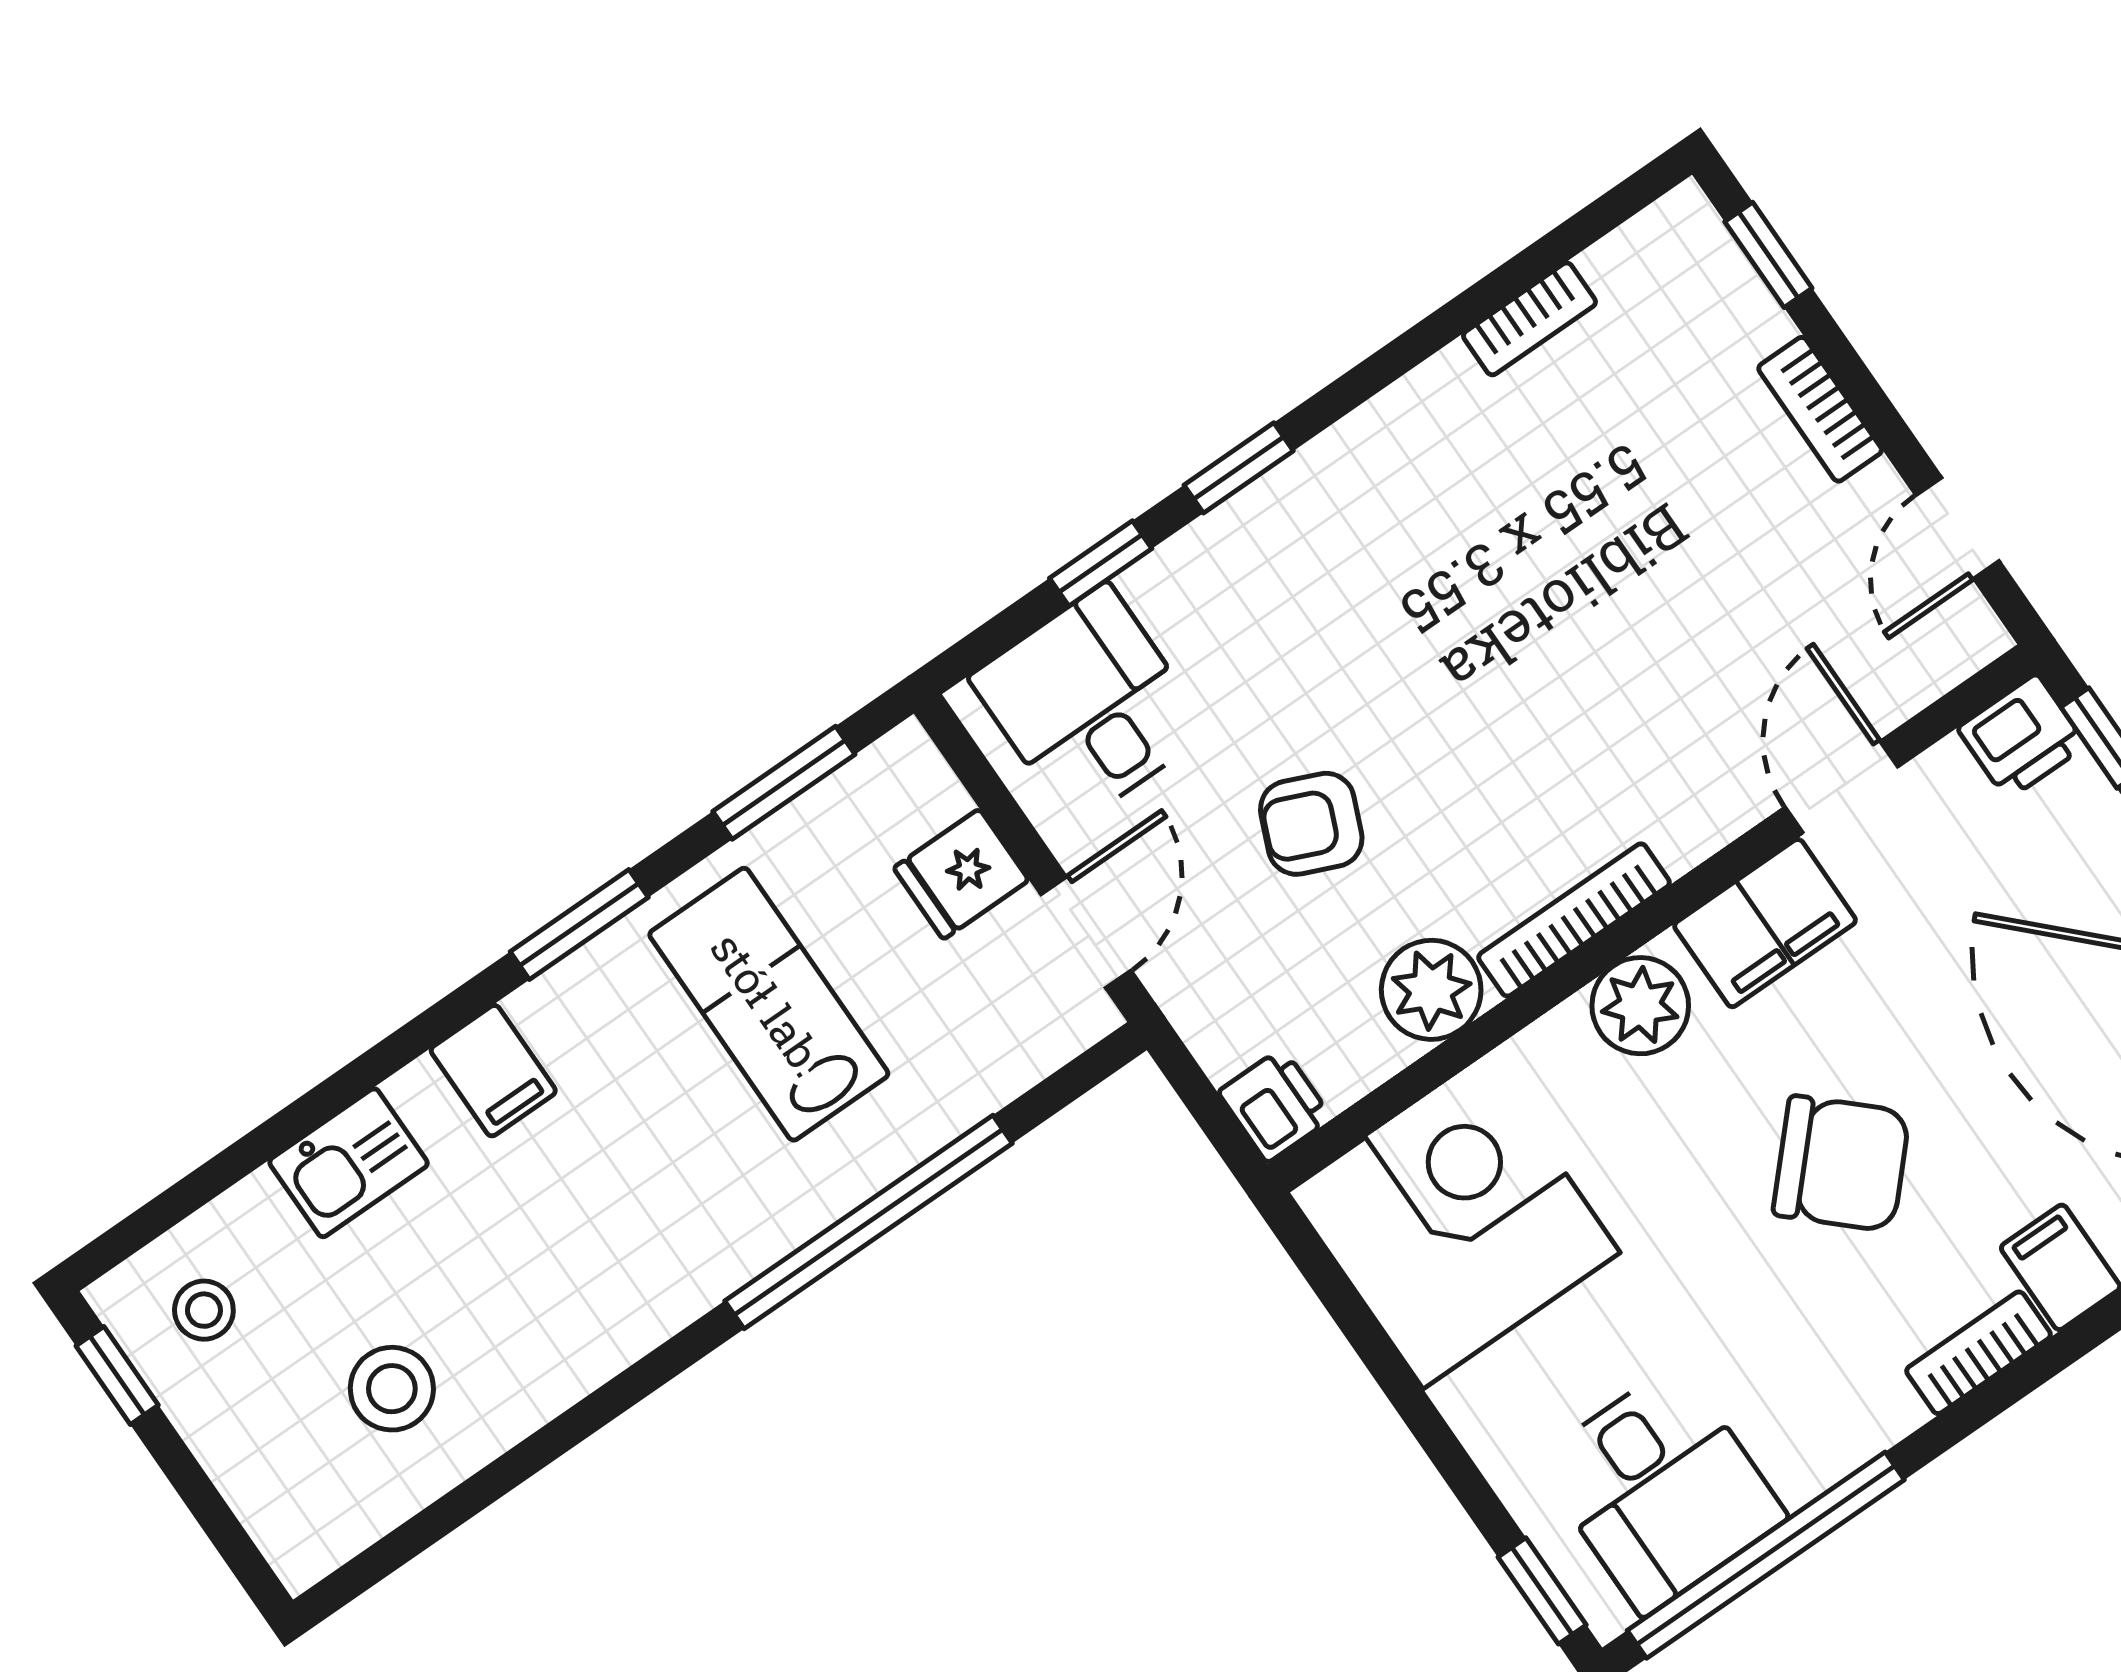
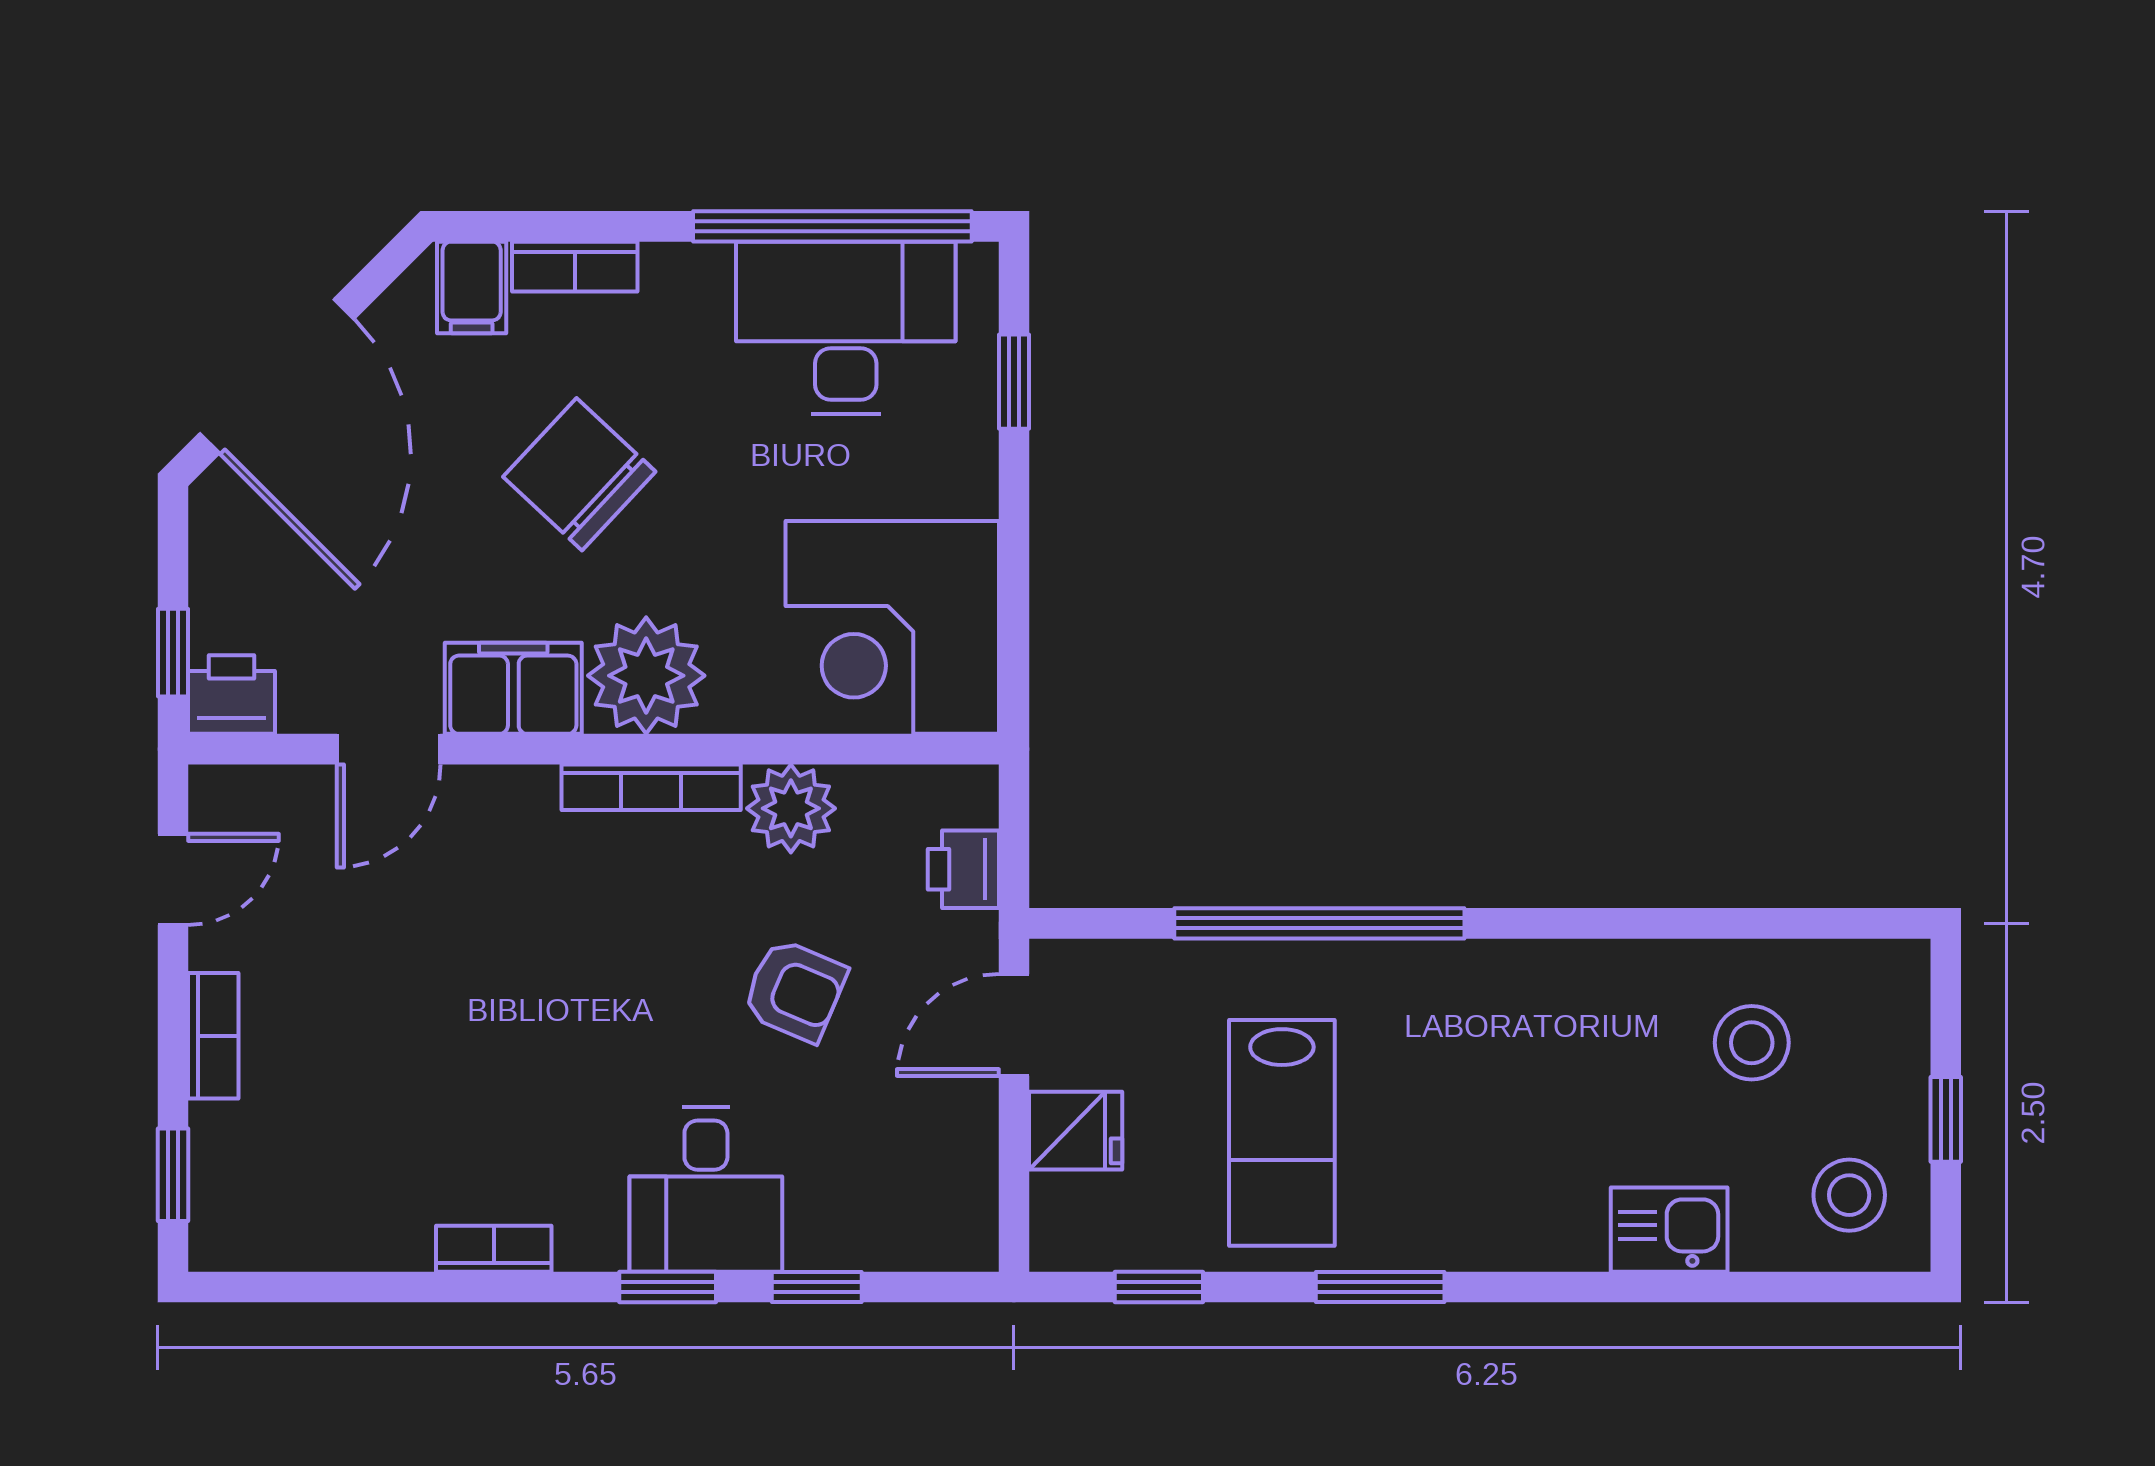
bookcase: (1529, 319) -> (494, 1249), moved
desk: (1090, 705) -> (706, 1190), moved
window: (784, 783) -> (1159, 1287), width x0.67
plant: (1640, 1006) -> (646, 676), width x1.36, depth x1.36
filing cabinet: (493, 1071) -> (1517, 1224), removed
printer: (1275, 1105) -> (963, 869), moved
stool: (204, 1310) -> (1849, 1195), width x1.37, depth x1.37
window: (117, 1375) -> (1946, 1119), moved
desk: (1661, 1489) -> (846, 328), width x1.37
window: (1542, 1591) -> (1014, 382), moved

